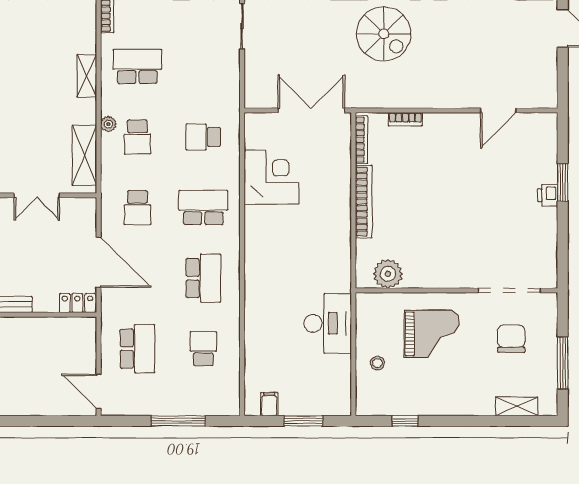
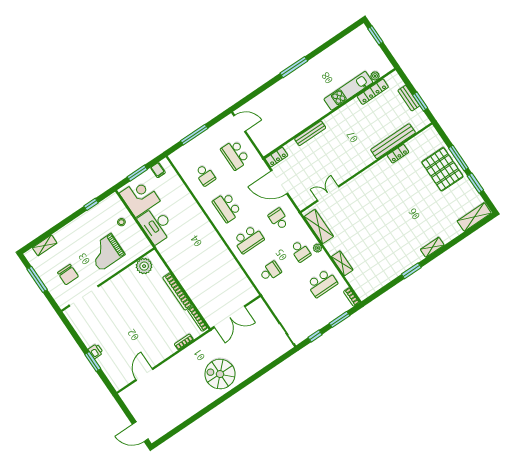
school desk: (137, 137) -> (300, 251), turned 180
corner desk: (271, 177) -> (140, 197), moved, turned 180

